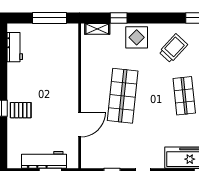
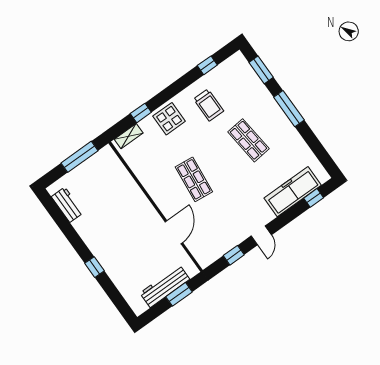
trolley: (173, 48) -> (209, 105), turned 137
shop shelf: (123, 96) -> (194, 179), width x0.70, depth x0.74
pallet: (21, 110) -> (112, 257), removed

